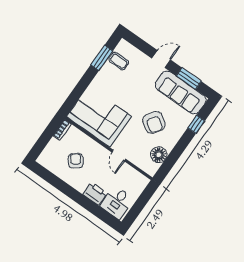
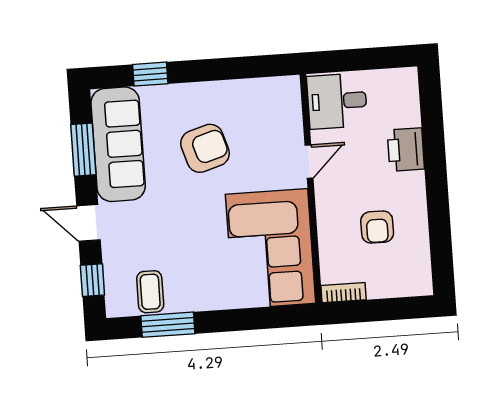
window: (140, 44) -> (92, 280), added
armchair: (154, 122) -> (205, 148), turned 39
floor lamp: (159, 155) -> (253, 96), removed
armchair: (76, 161) -> (377, 227), turned -52
desk: (117, 202) -> (337, 101), moved, turned 180

